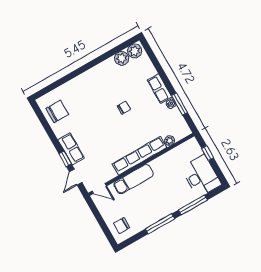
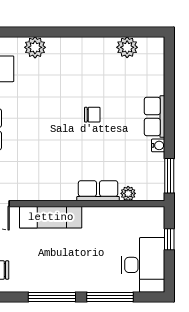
plant: (135, 51) -> (35, 47), moved
window: (179, 104) -> (169, 176), moved
row of seats: (139, 156) -> (98, 191), width x0.50

